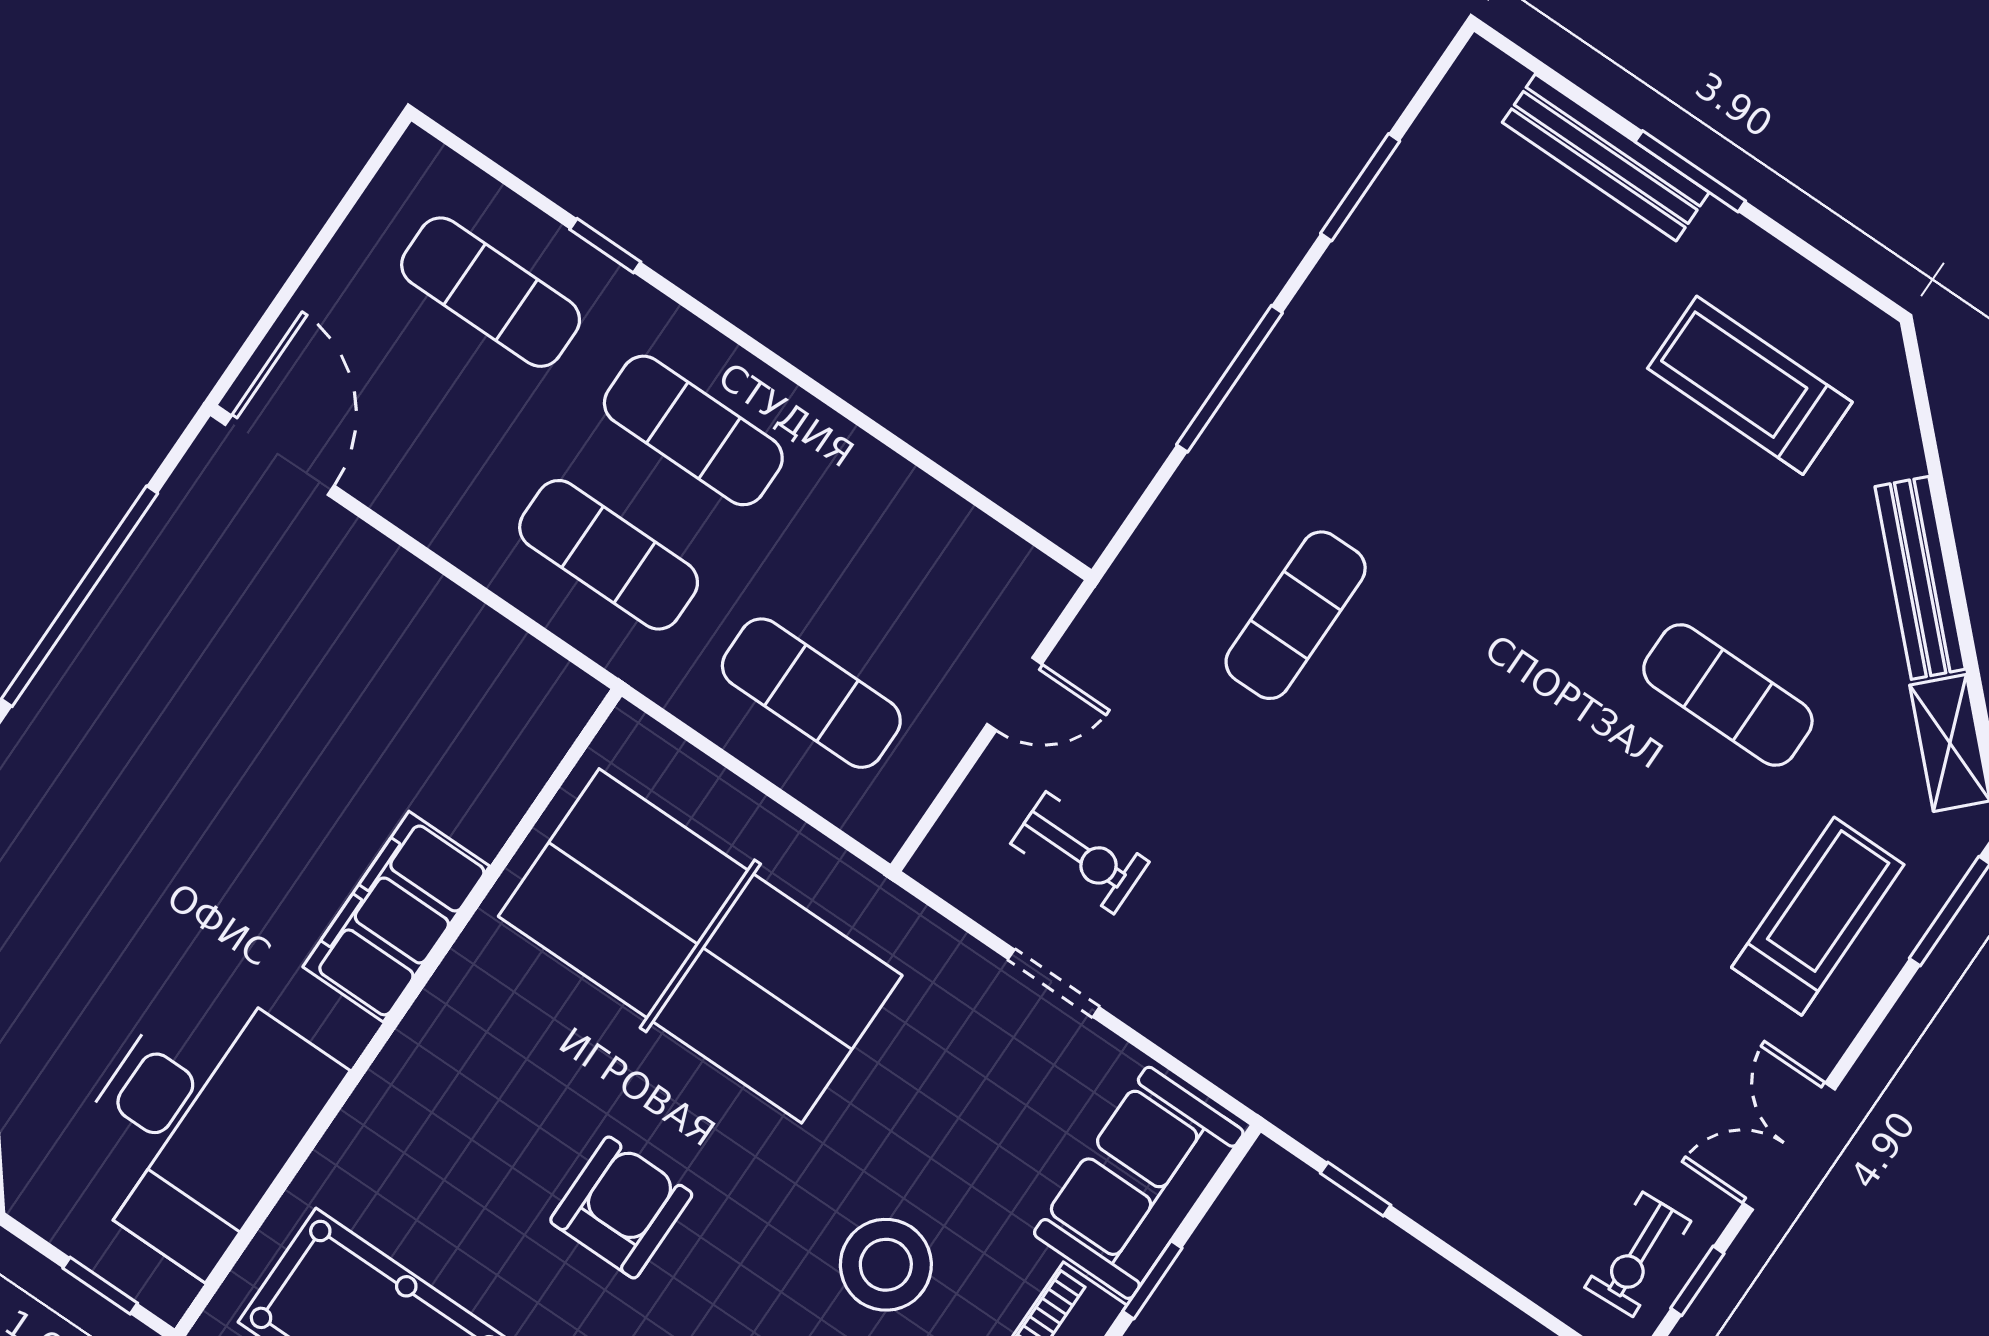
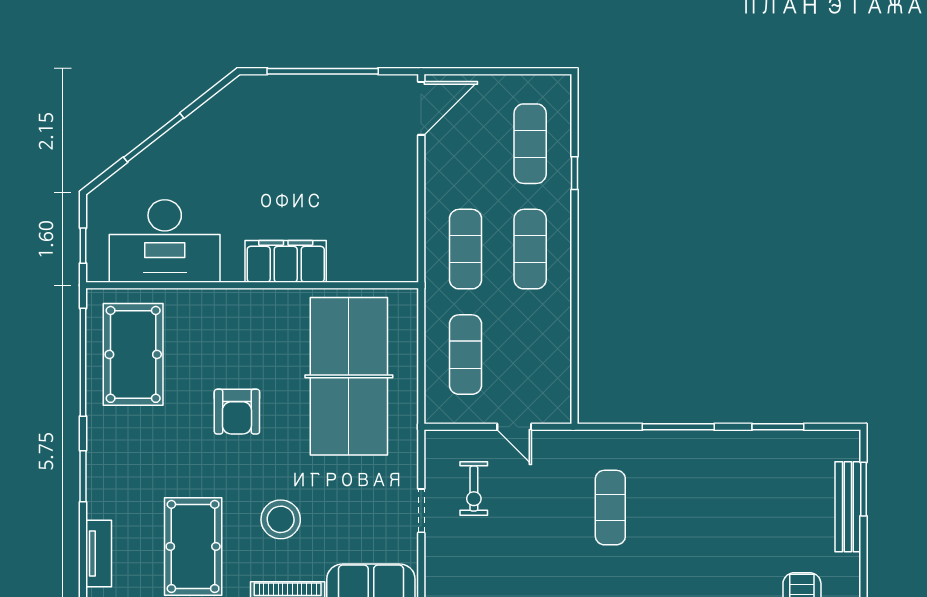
window: (1690, 171) -> (863, 489), moved
exercise mat: (1296, 615) -> (610, 508), turned 90
armchair: (621, 1207) -> (237, 412), turned 90

